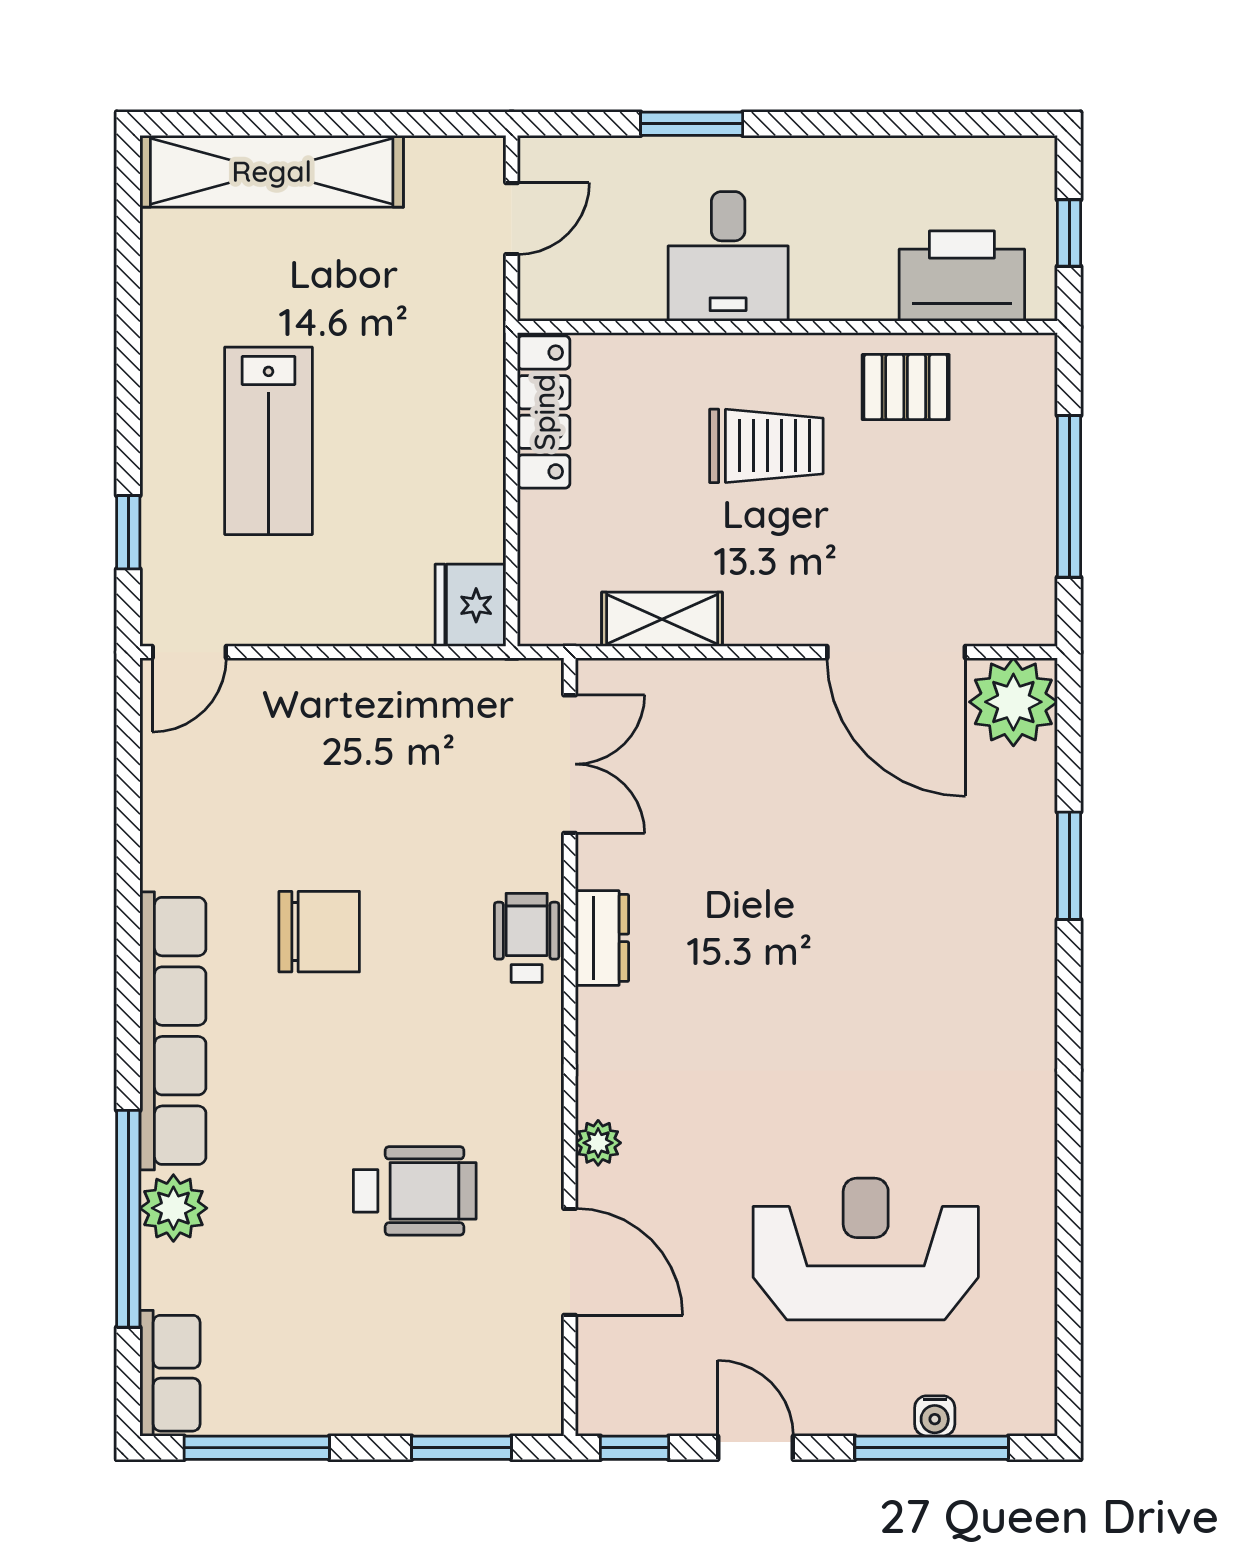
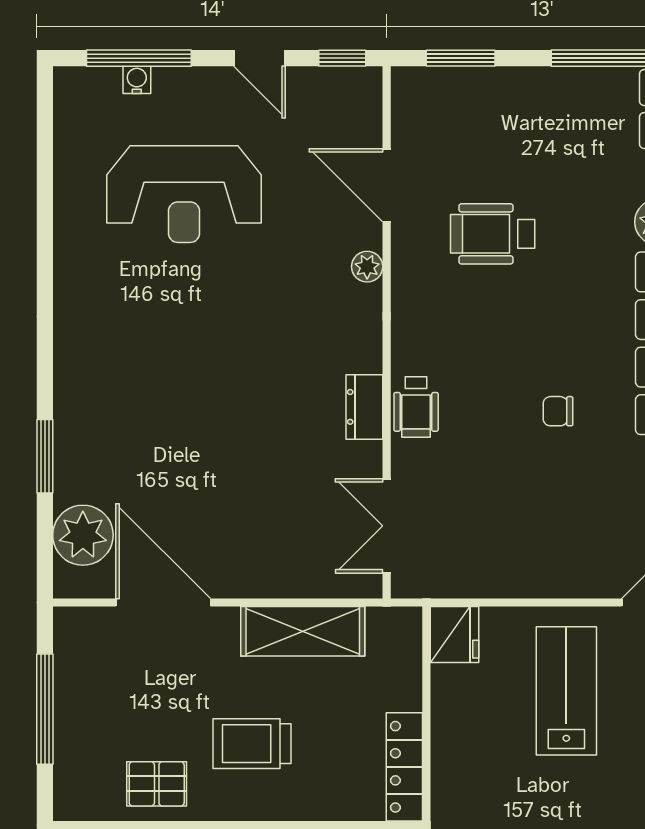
lab bench: (269, 441) -> (566, 691), moved
shelving: (662, 619) -> (303, 631), width x1.50, depth x1.33
plant: (1013, 702) -> (83, 535), moved
chair: (319, 932) -> (558, 411), width x0.54, depth x0.54

